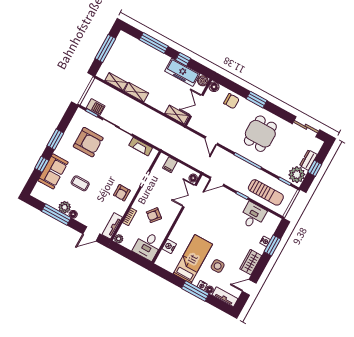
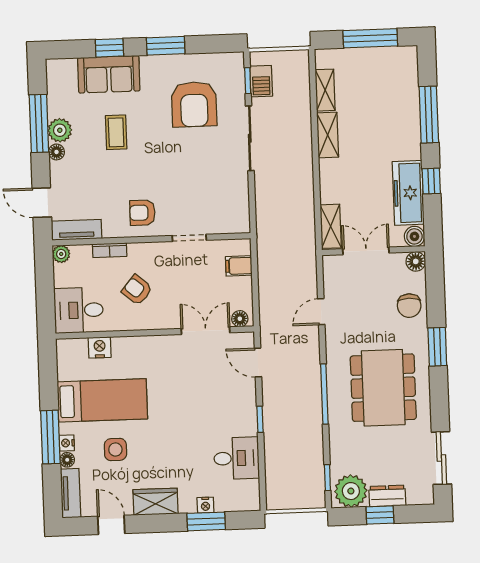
dining table: (260, 134) -> (383, 388), width x1.38
fireplace: (141, 147) -> (240, 198), removed
sun lounger: (266, 192) -> (289, 457), removed

